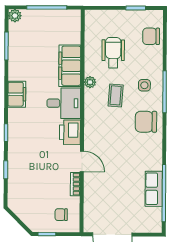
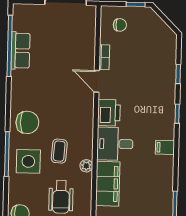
side table: (144, 85) -> (28, 161), width x1.87, depth x1.87
filing cabinet: (17, 94) -> (165, 147), width x0.50

